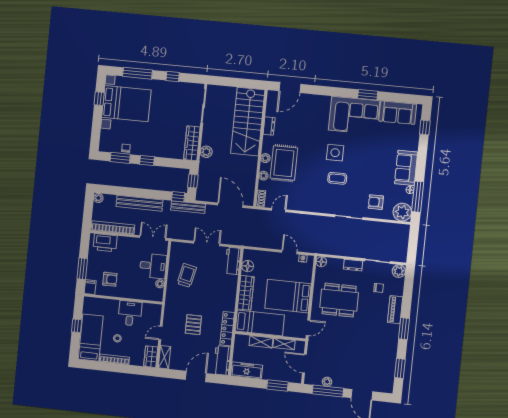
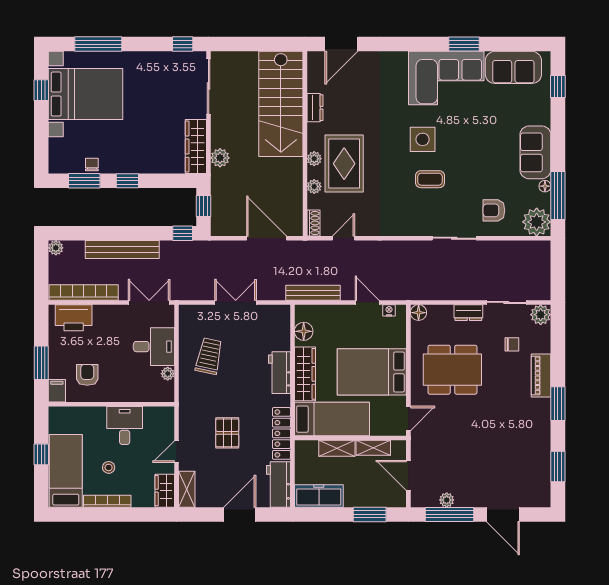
window: (173, 76) -> (183, 44), moved
bench: (188, 207) -> (313, 293), moved
workbench: (233, 261) -> (279, 373), moved
armchair: (110, 279) -> (87, 375), turned -90

